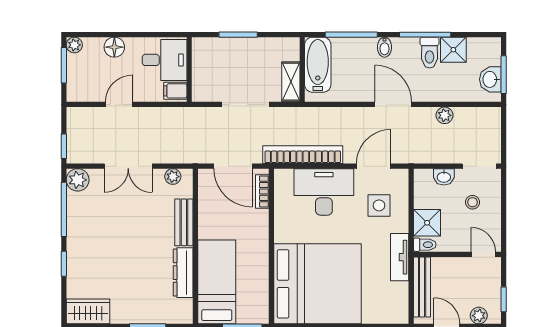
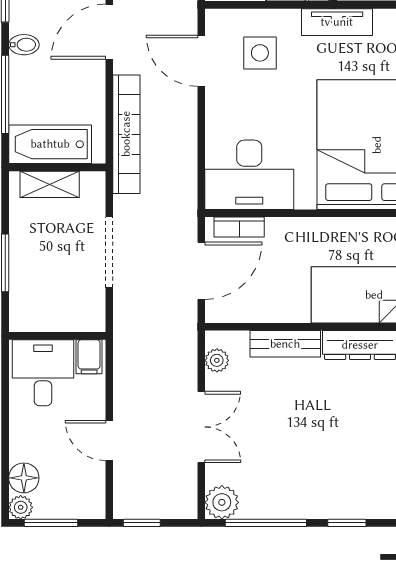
floor lamp: (114, 47) -> (24, 478), moved
shelving: (291, 82) -> (50, 184), moved
window: (64, 146) -> (142, 523), moved
bookcase: (303, 155) -> (126, 134), moved, turned 180
desk: (324, 192) -> (249, 175), moved, turned -90

